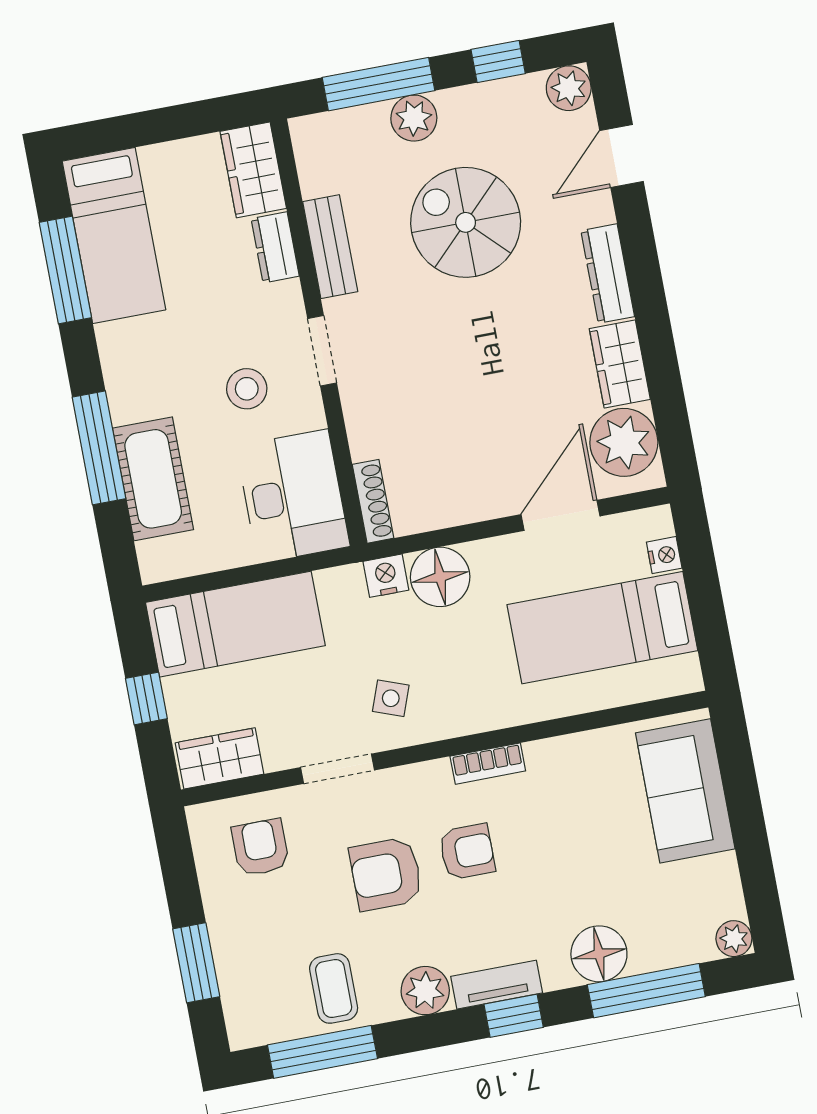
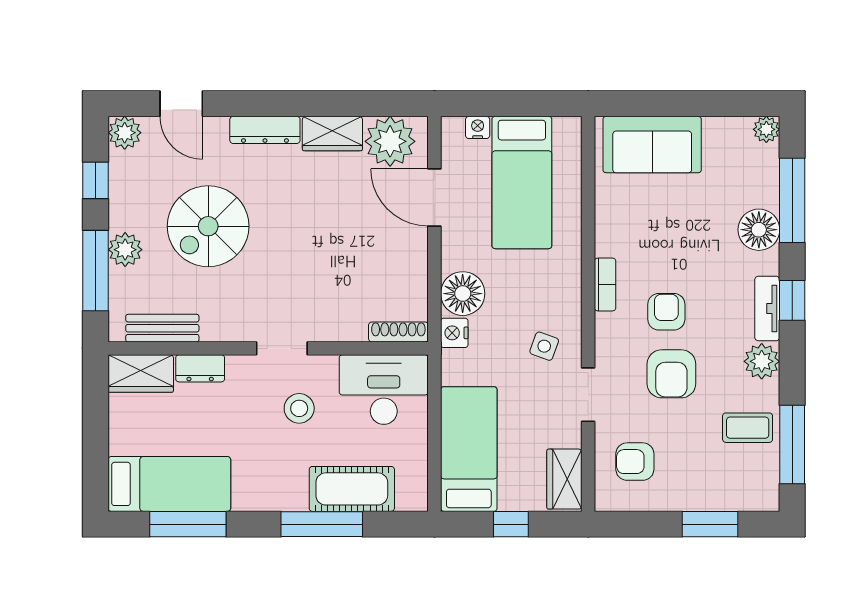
bench: (330, 247) -> (162, 328), moved

